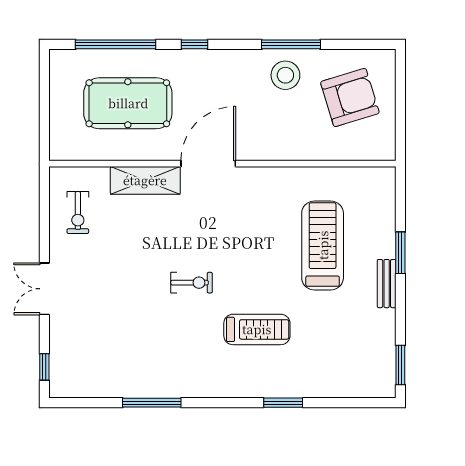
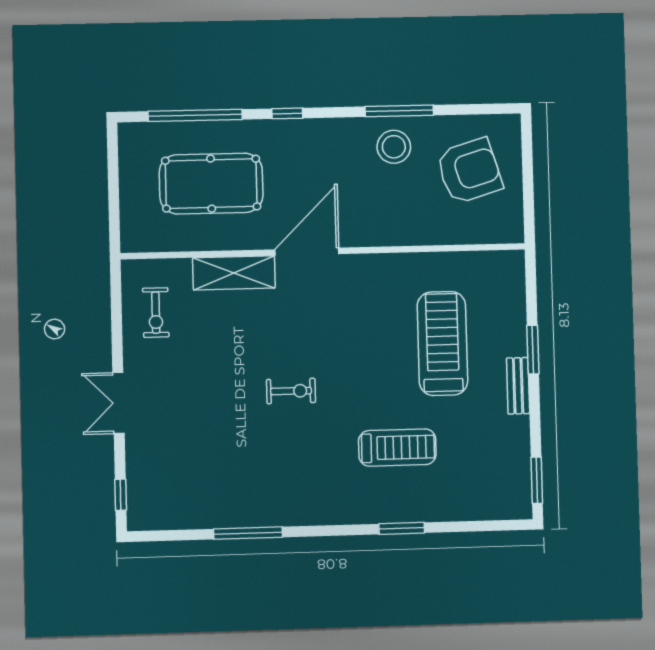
treadmill: (257, 329) -> (397, 448), moved

